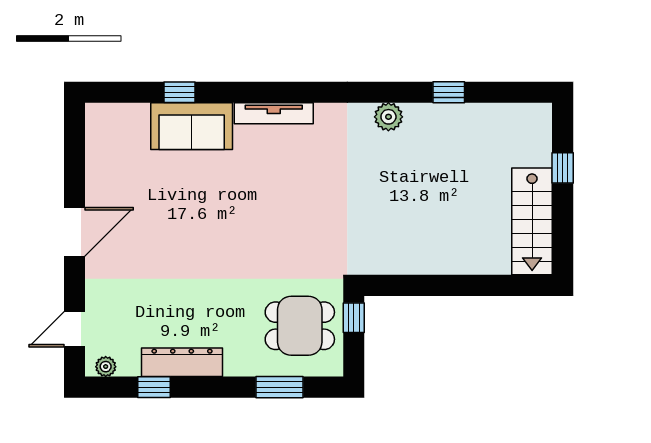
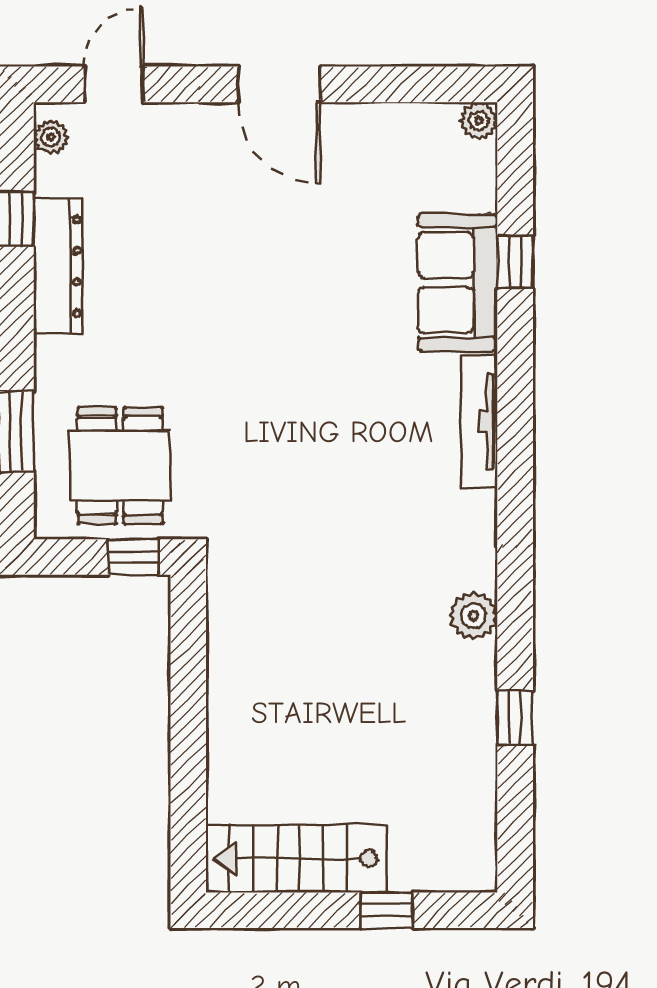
plant: (96, 114) -> (479, 121), added
door: (75, 329) -> (114, 84), hinge flipped

